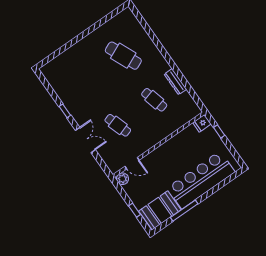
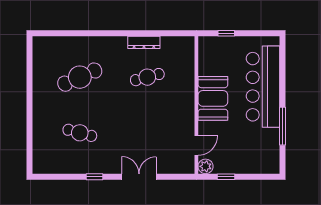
fridge: (202, 123) -> (206, 45), removed
cafe table: (118, 125) -> (80, 133), moved, turned 33
window: (134, 210) -> (226, 177), moved
booth: (160, 210) -> (213, 98), moved

